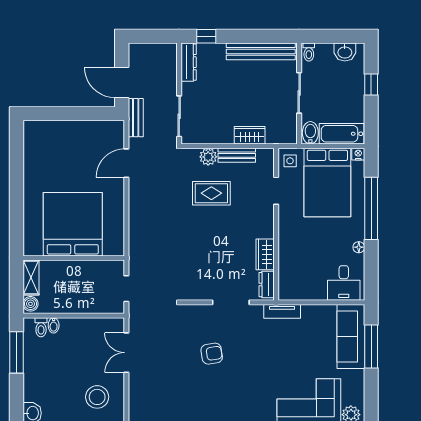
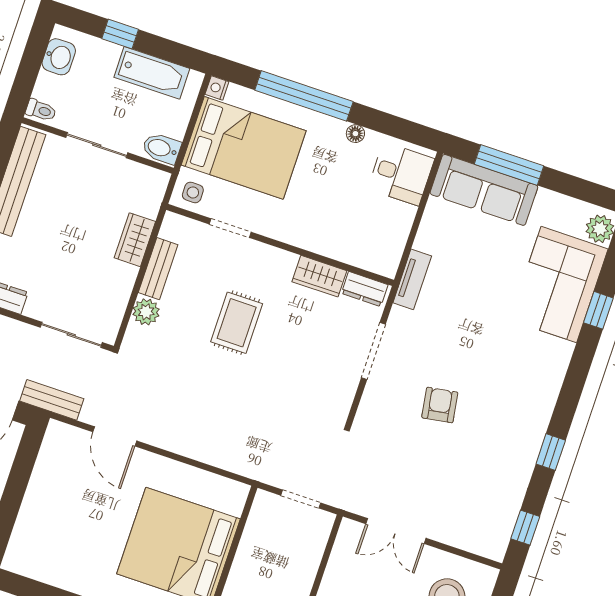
bathtub: (342, 134) -> (152, 73), moved, turned -90
rug: (211, 193) -> (237, 323), moved

